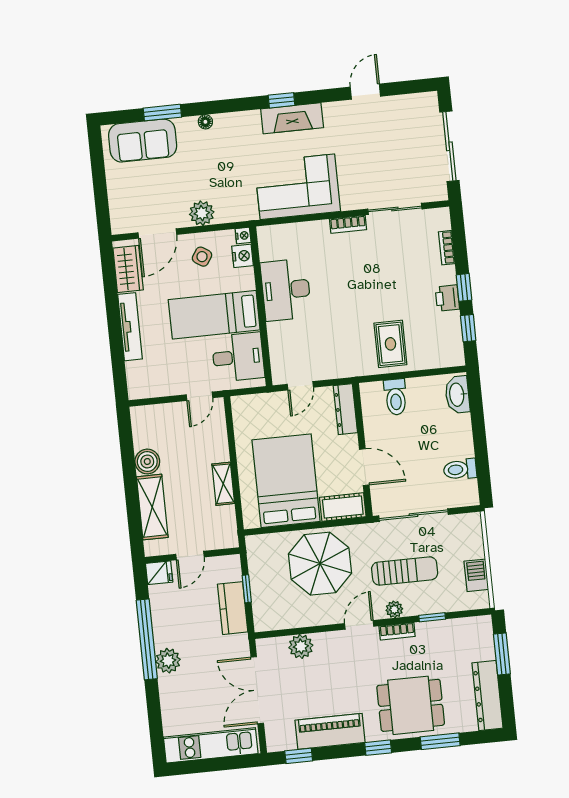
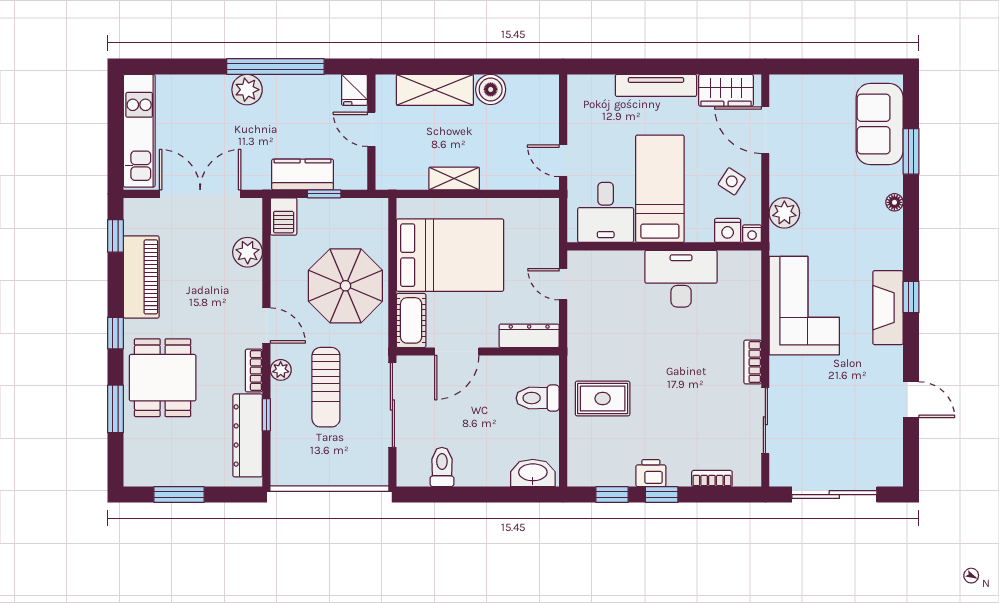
plant: (202, 213) -> (784, 213), moved
barbecue: (476, 575) -> (284, 216), moved, turned 90
window: (502, 654) -> (179, 495), moved
dresser: (487, 696) -> (248, 435), moved, turned -90

